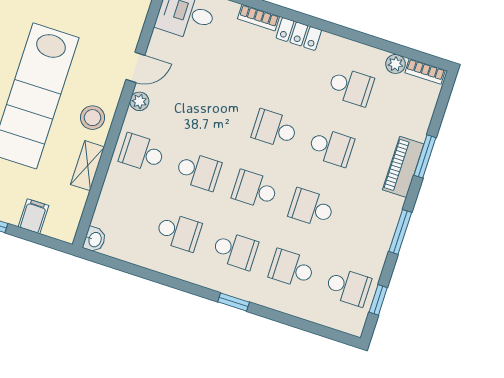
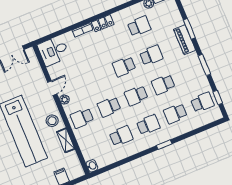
school desk: (198, 171) -> (109, 107), turned 180

